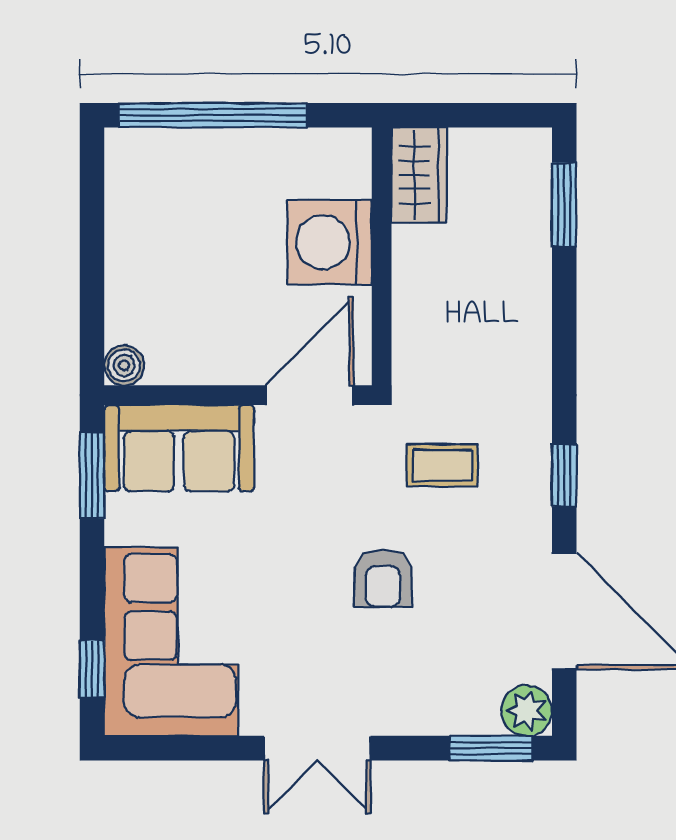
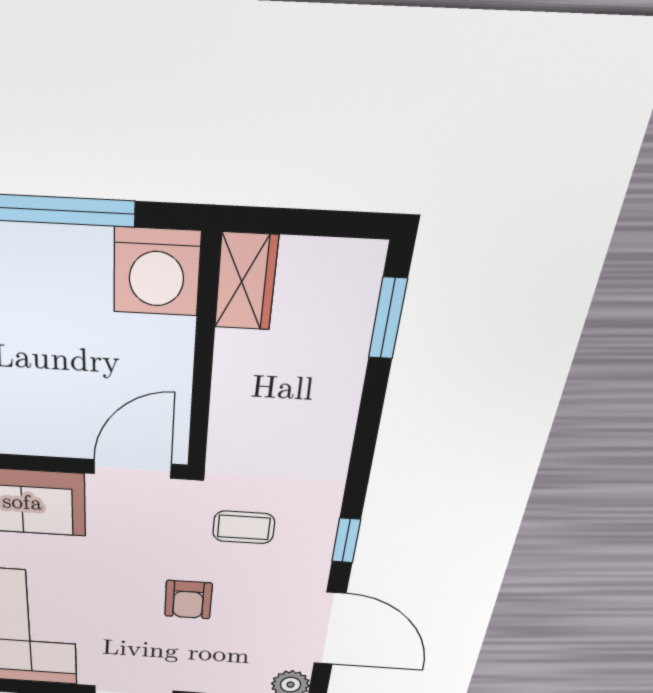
washing machine: (330, 242) -> (157, 272), moved, turned -90

